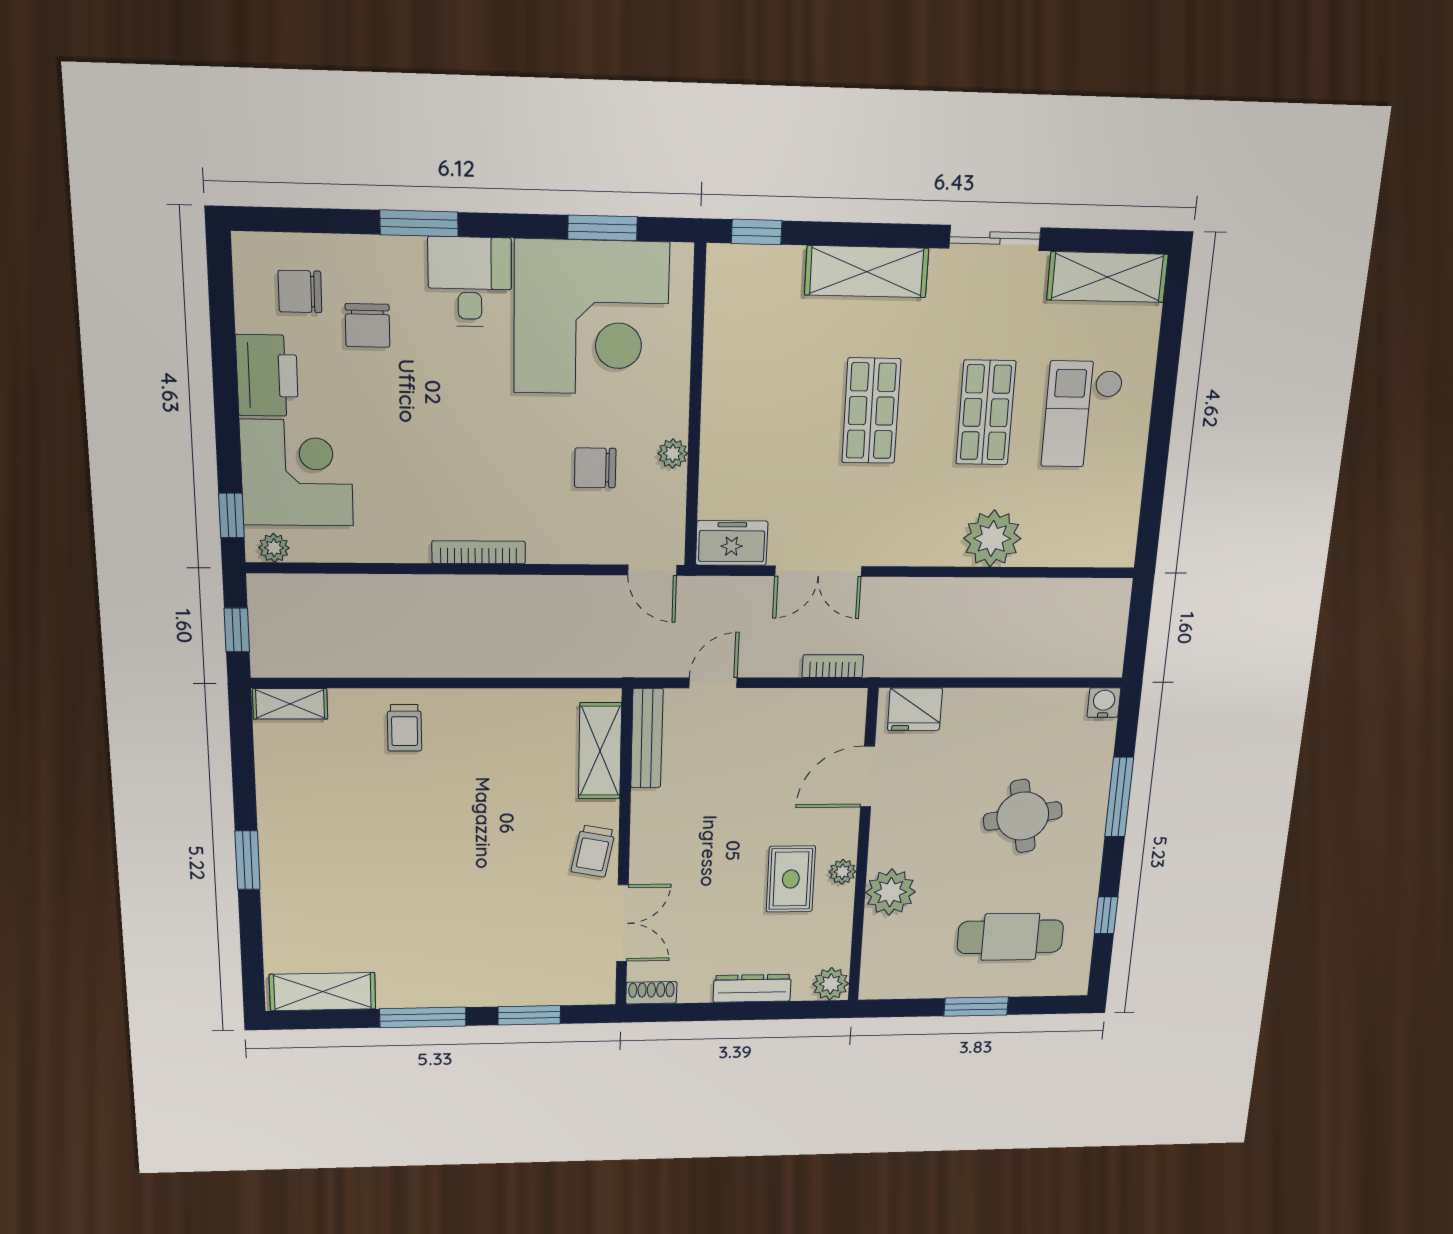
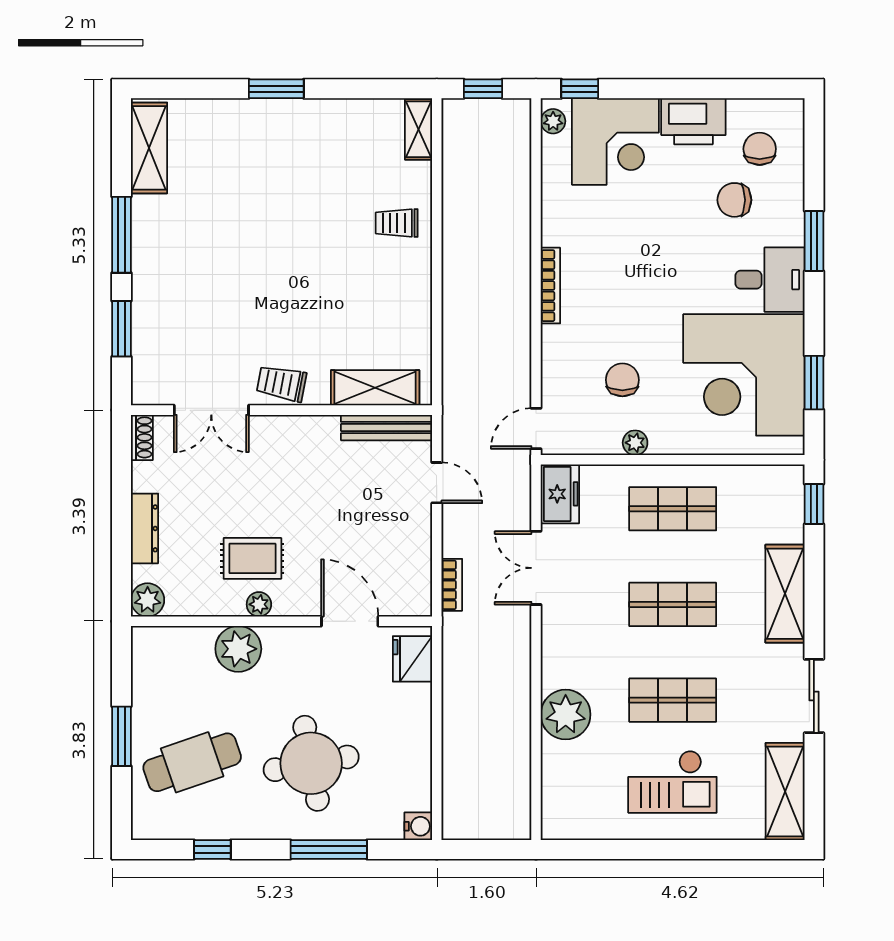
shop shelf: (755, 409) -> (673, 509), added
checkout: (1082, 414) -> (672, 782), turned 180
round table: (1023, 816) -> (311, 763), width x1.36, depth x1.36
cafe table: (1010, 937) -> (192, 762), turned 71

